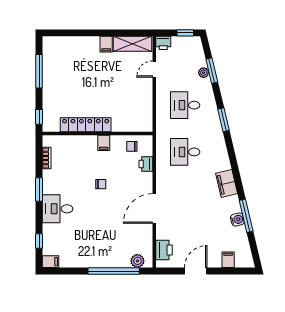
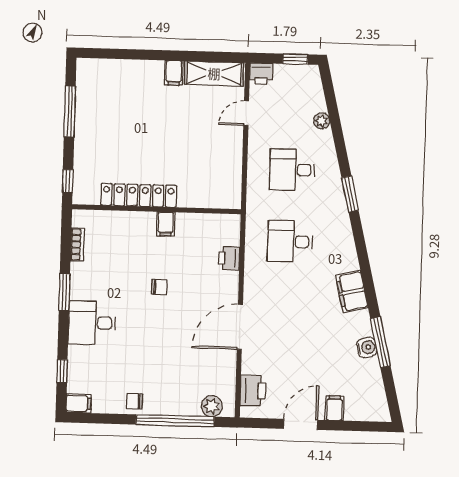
window: (212, 71) -> (334, 118), removed
chair: (132, 146) -> (135, 401), moved
filing cabinet: (228, 260) -> (334, 408), moved

